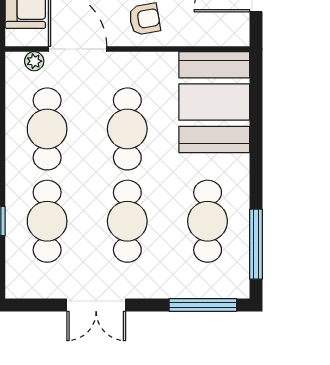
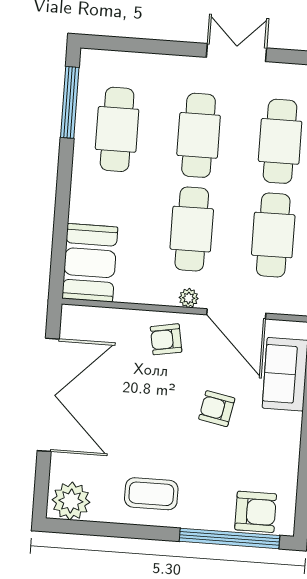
plant: (34, 61) -> (189, 298), moved
booth: (214, 102) -> (90, 263), width x0.73, depth x0.70
window: (203, 305) -> (128, 45), removed

